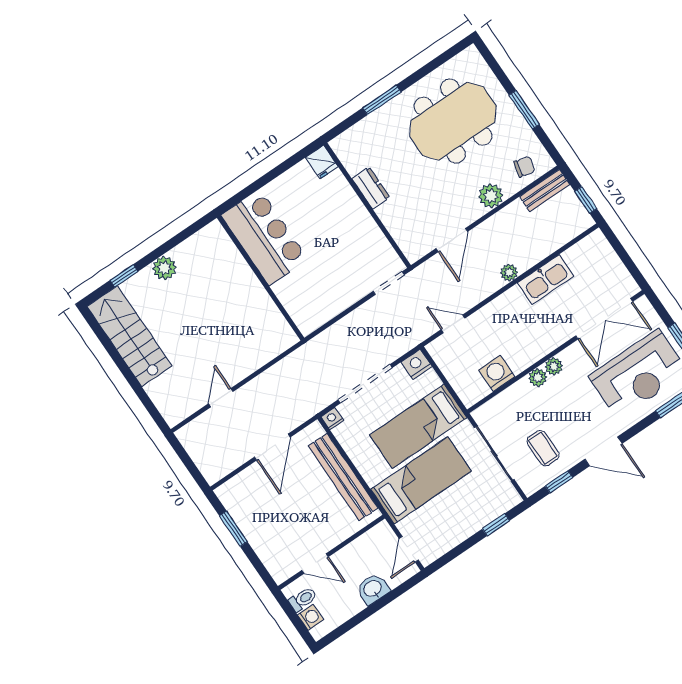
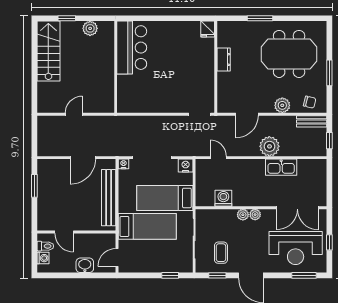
bar counter: (264, 237) -> (132, 48), moved
plant: (509, 273) -> (269, 146), width x1.88, depth x1.88
wall: (261, 278) -> (116, 67), moved

